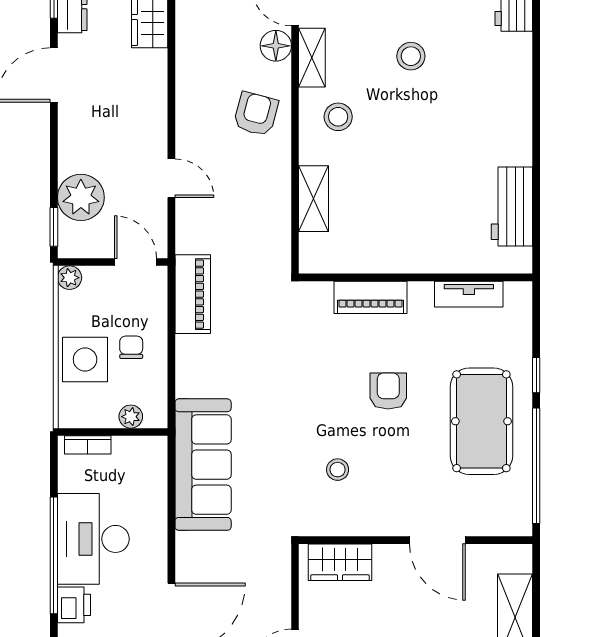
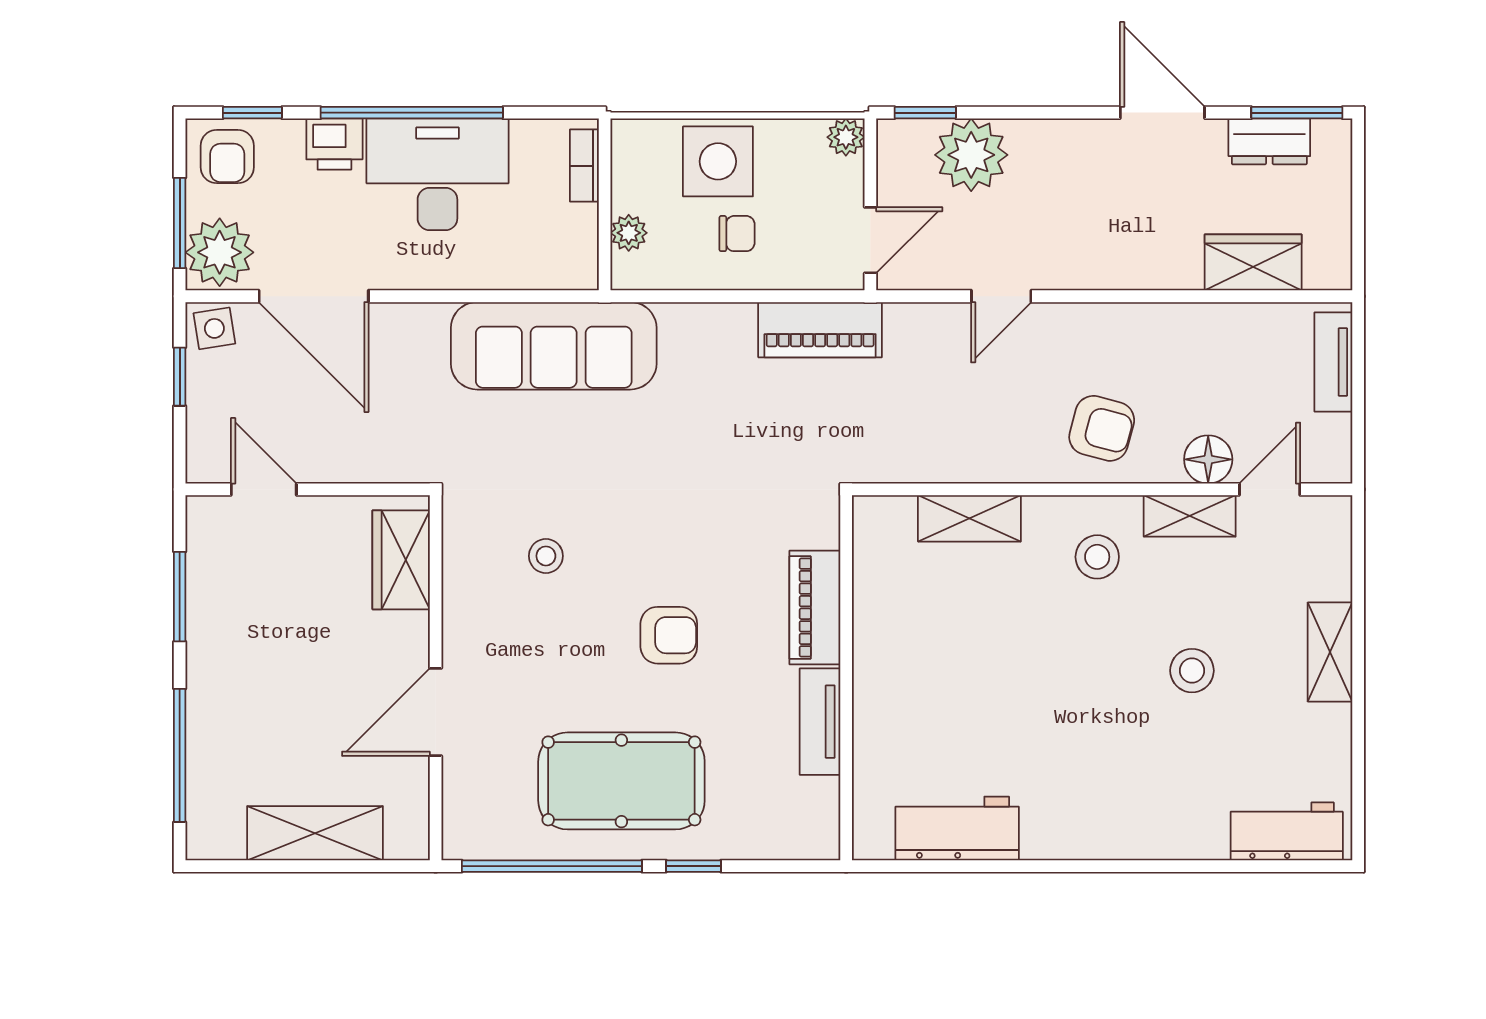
tv unit: (469, 294) -> (820, 722), moved

